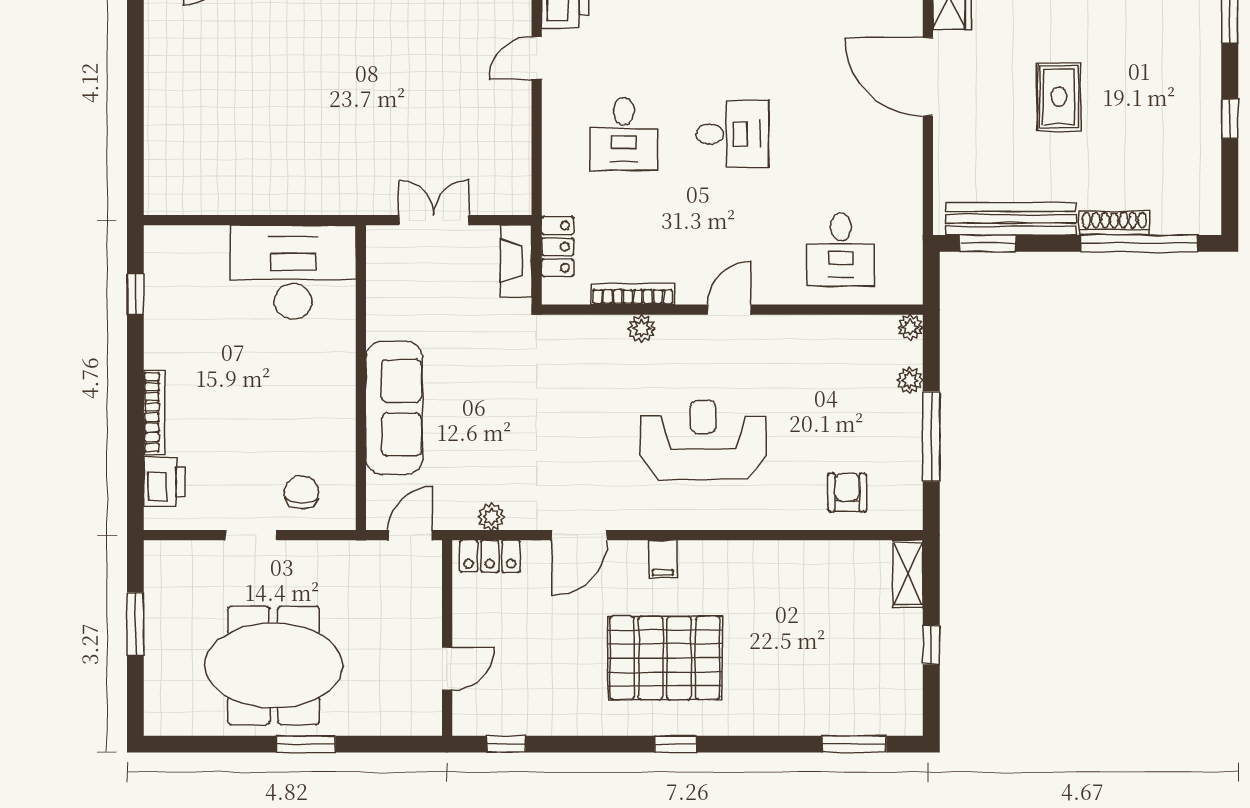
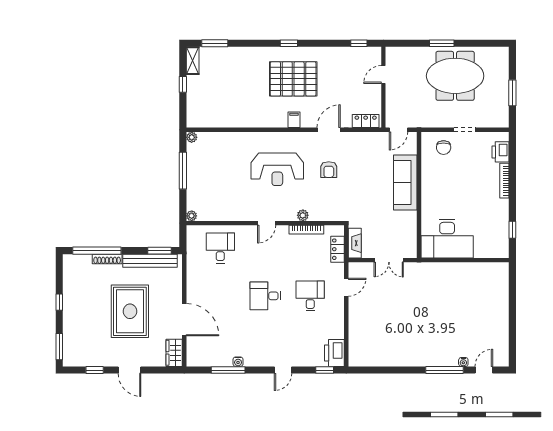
door: (537, 58) -> (346, 287), moved
rug: (1059, 97) -> (130, 311), width x1.86, depth x2.06
plant: (910, 380) -> (192, 137), moved
armchair: (847, 492) -> (329, 170), moved
plant: (491, 517) -> (365, 137), removed
shelving: (908, 574) -> (193, 61), moved

